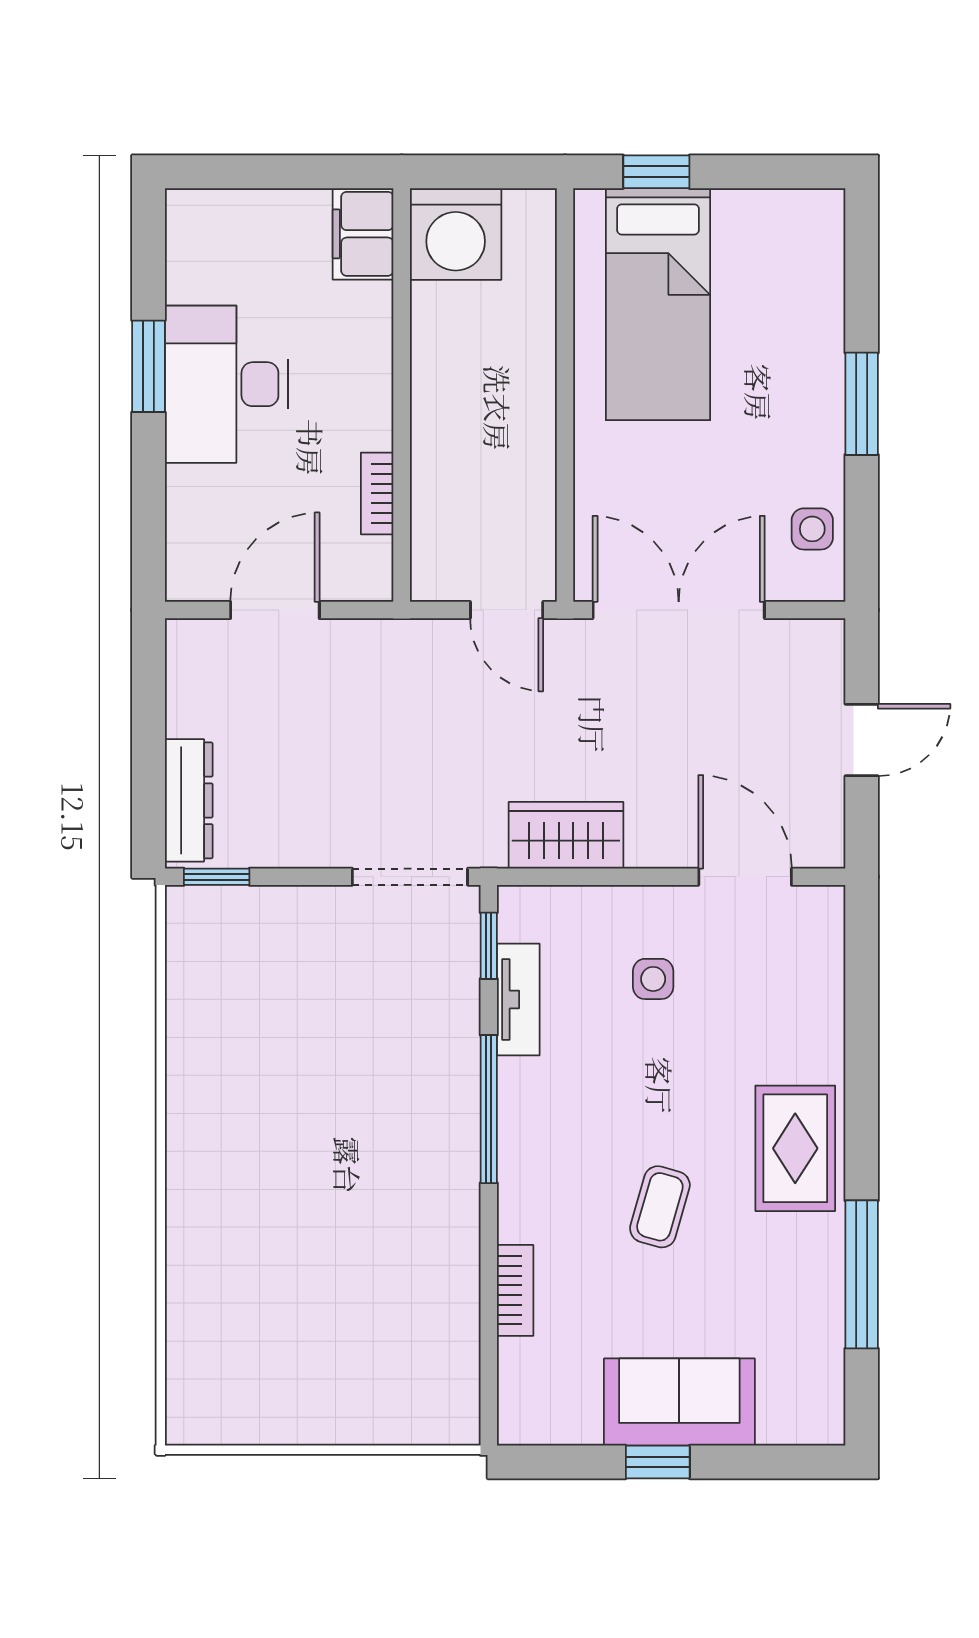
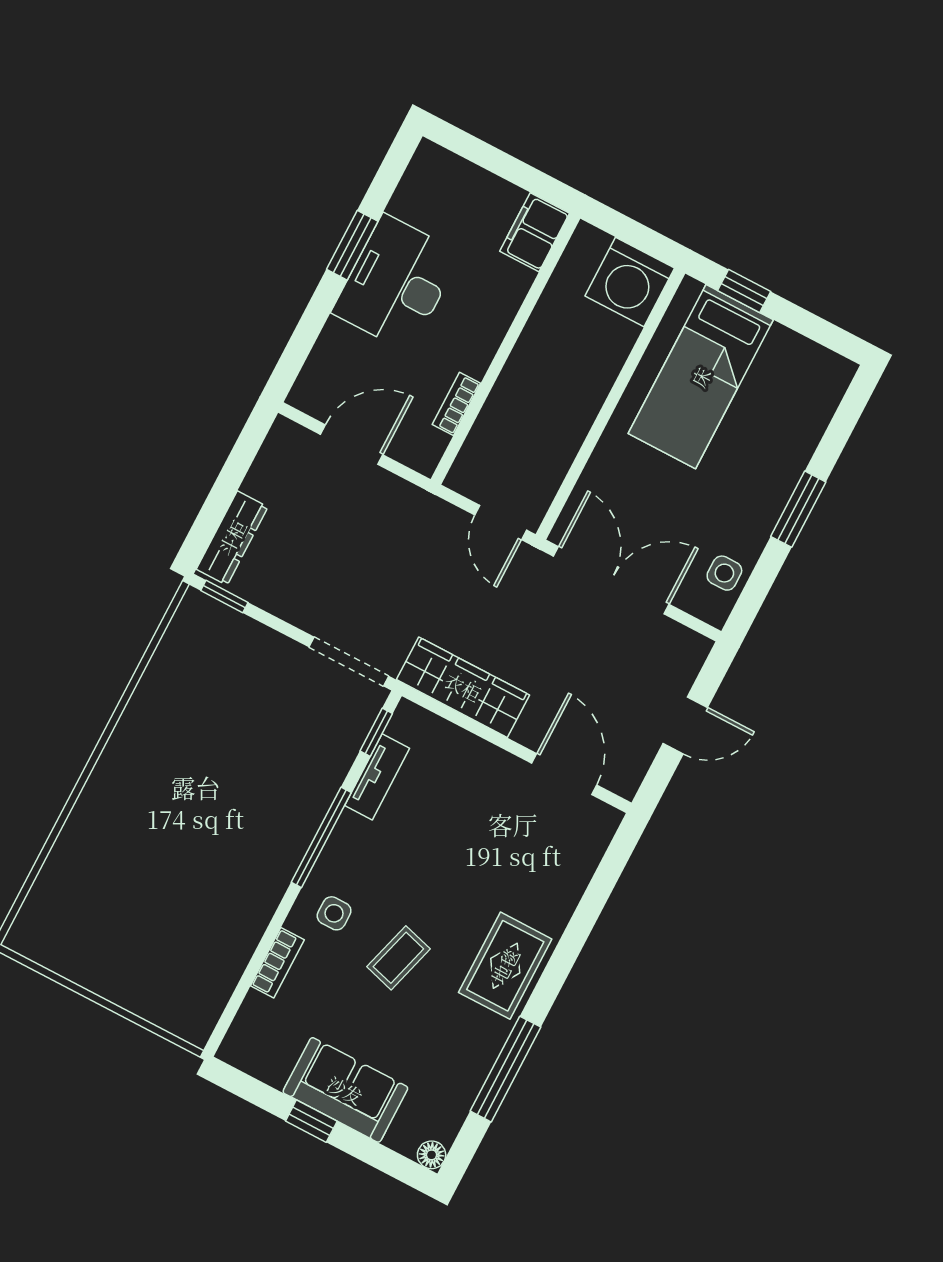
washing machine: (456, 234) -> (630, 282), moved
wardrobe: (566, 835) -> (463, 687), width x1.50
side table: (653, 979) -> (334, 913), moved
floor lamp: (826, 1426) -> (432, 1155), added

